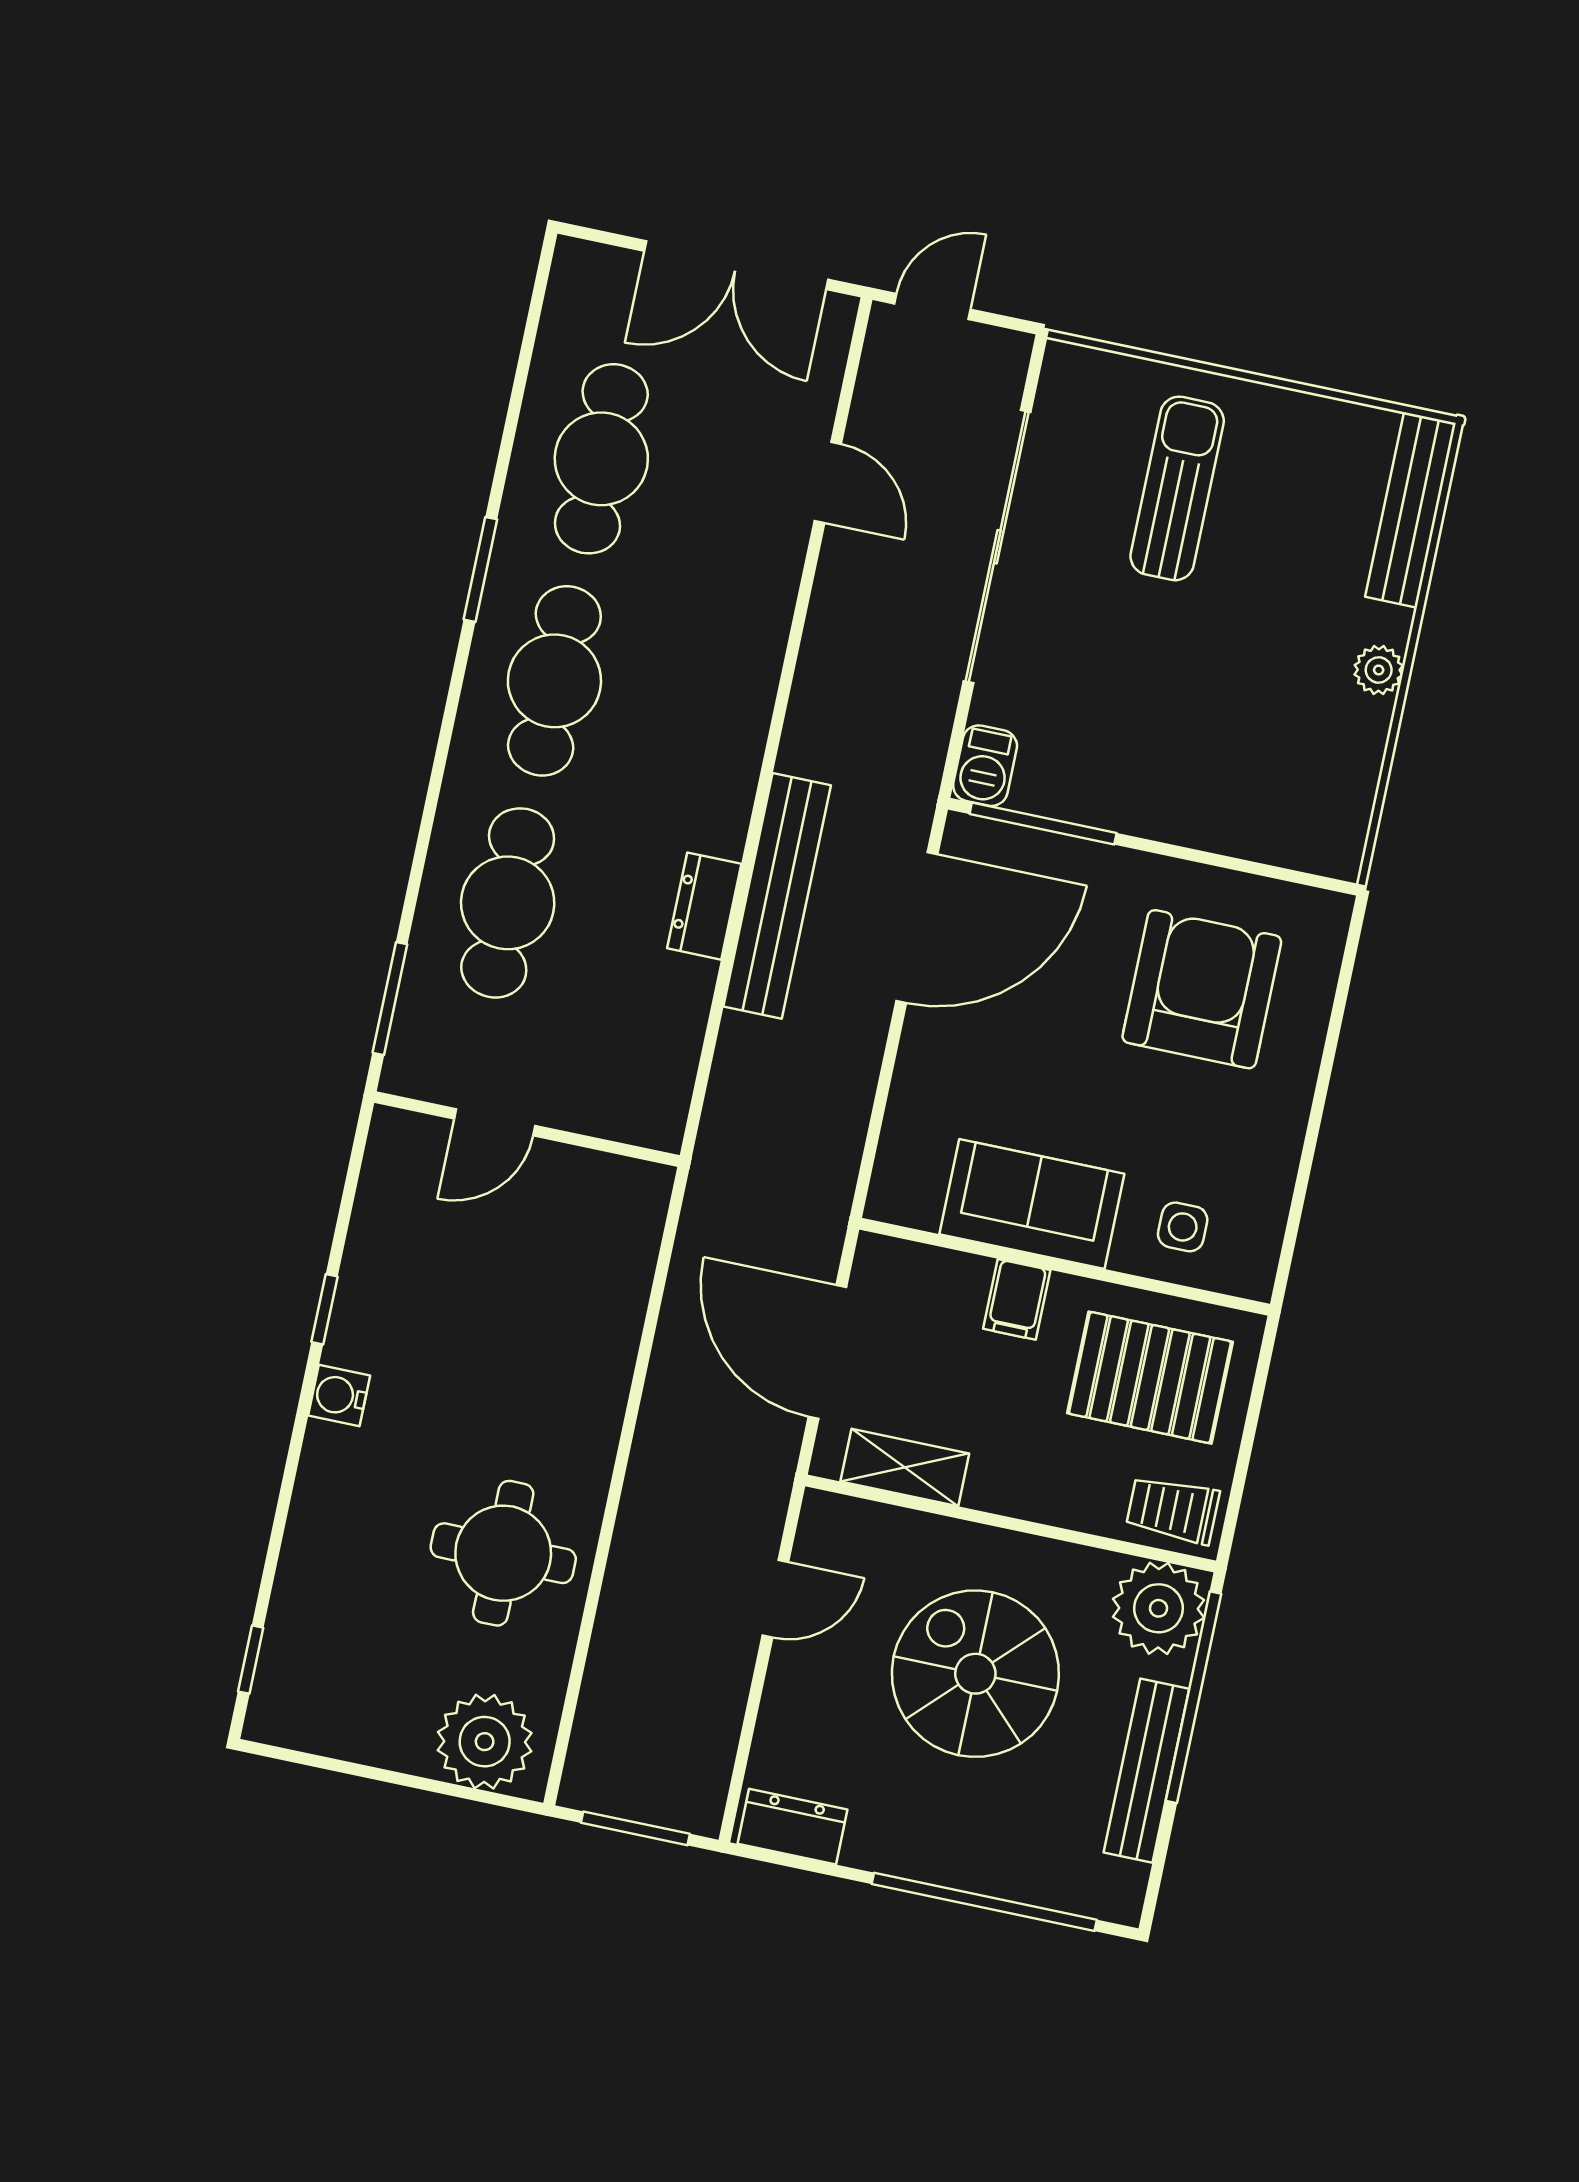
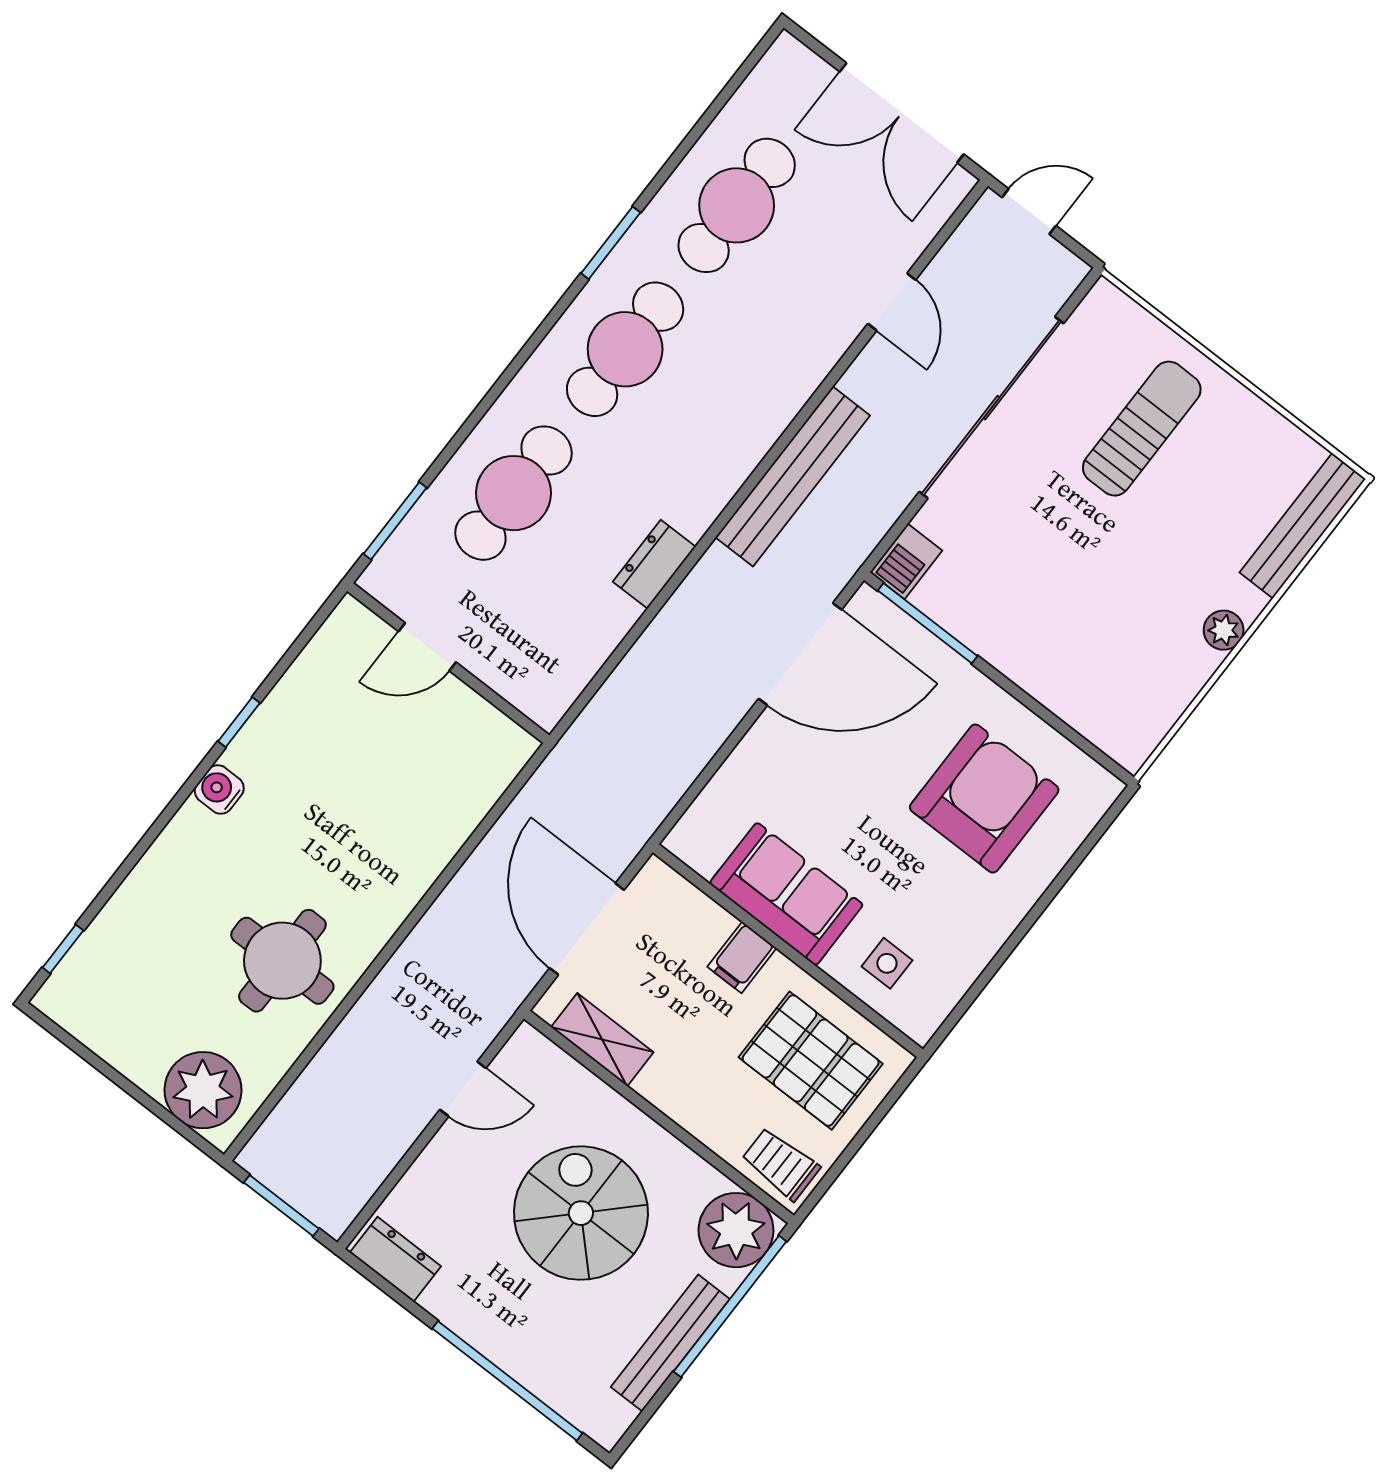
bench: (777, 896) -> (793, 476), moved

